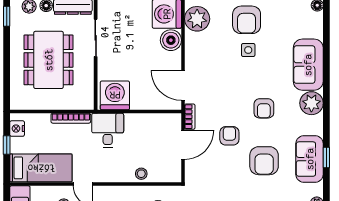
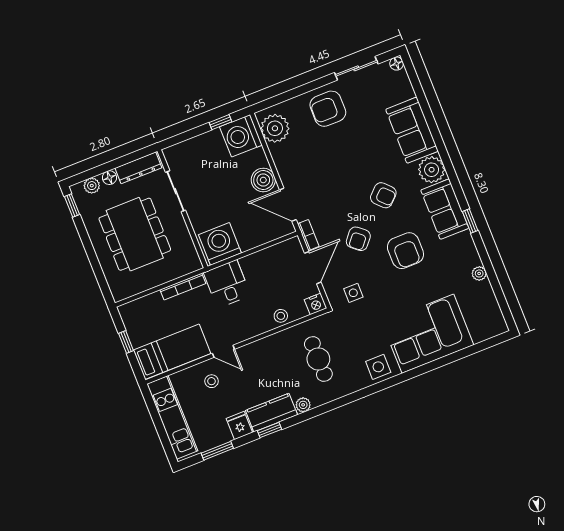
armchair: (247, 20) -> (328, 109), turned 90
boiler: (171, 40) -> (263, 180), moved
side table: (248, 50) -> (353, 293), moved
armchair: (264, 108) -> (383, 195), turned -44
nightstand: (17, 129) -> (316, 304), moved, turned -90
armchair: (229, 136) -> (358, 239), turned -140
sofa: (310, 159) -> (445, 209), moved

